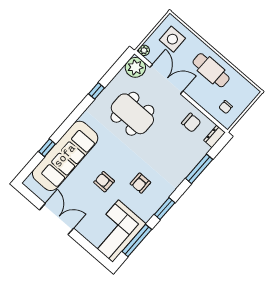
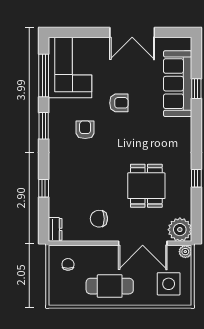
dining table: (132, 114) -> (146, 186), width x0.73
chair: (191, 123) -> (99, 219), moved
sofa: (65, 156) -> (178, 84), width x0.74, depth x0.79
window: (199, 169) -> (44, 188), width x0.46

